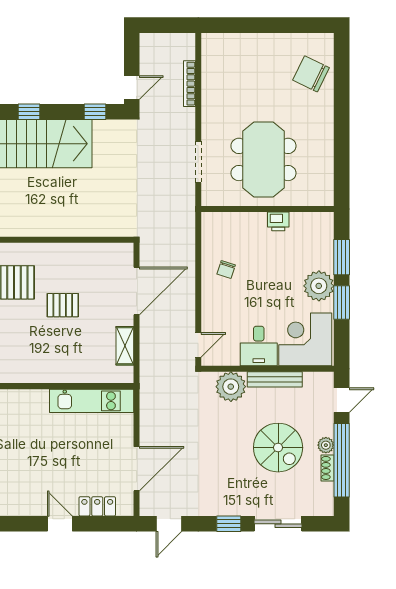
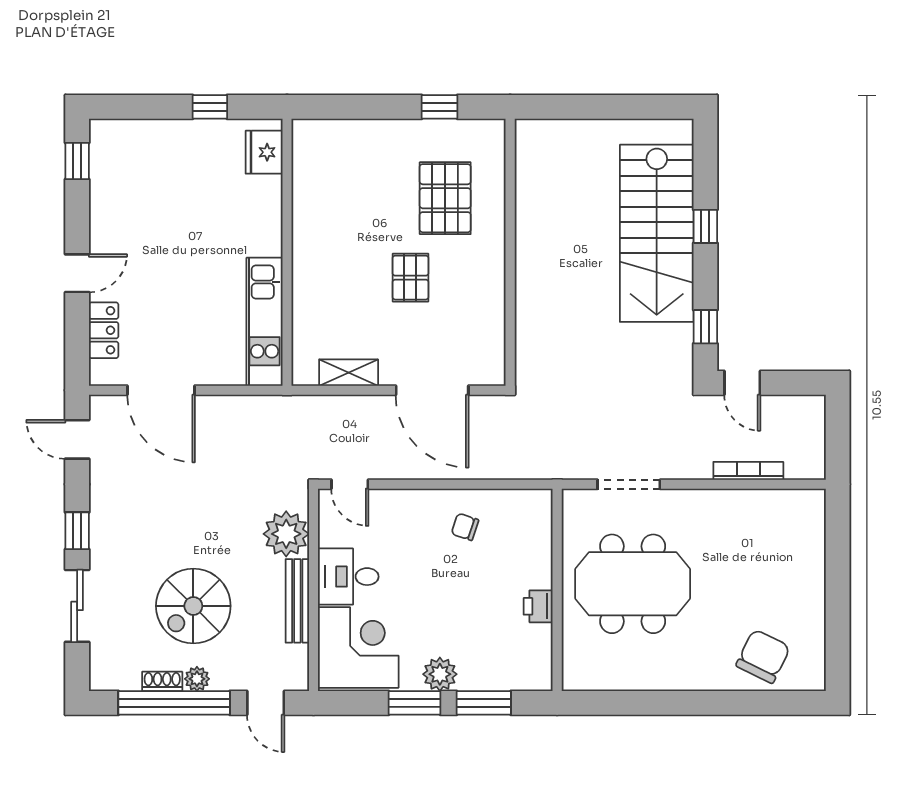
plant: (319, 286) -> (440, 674), width x0.73, depth x0.73

